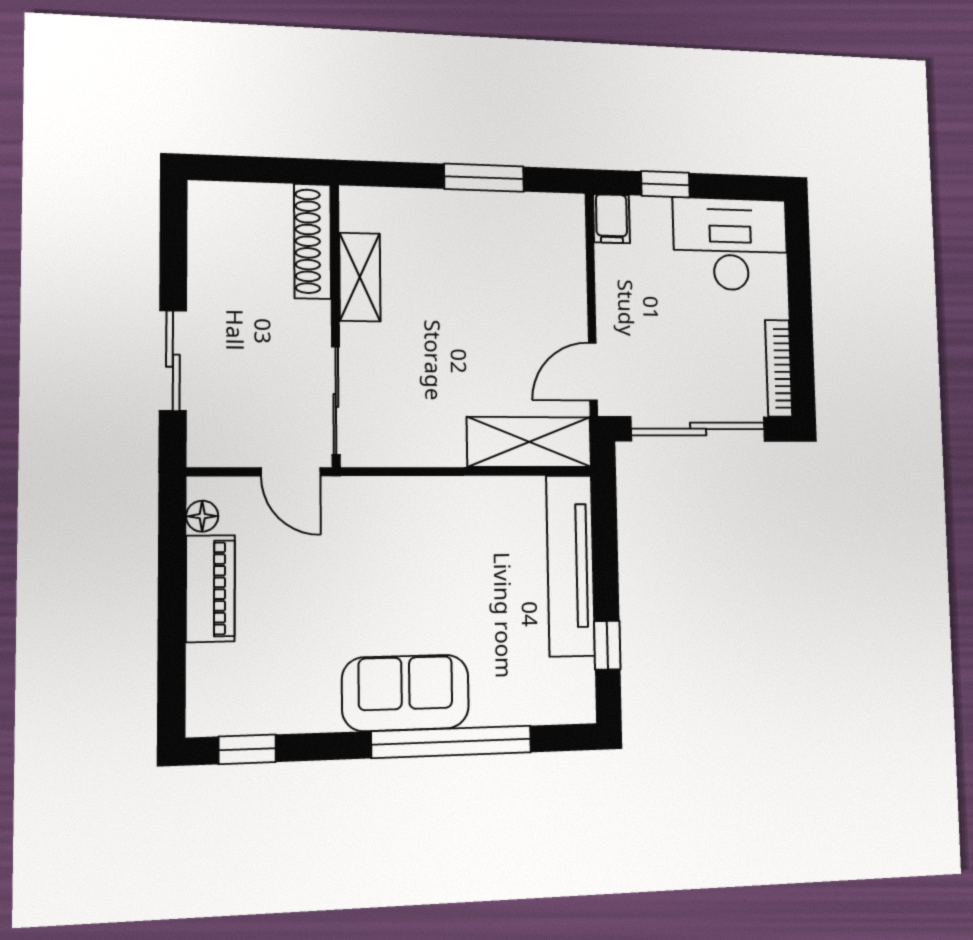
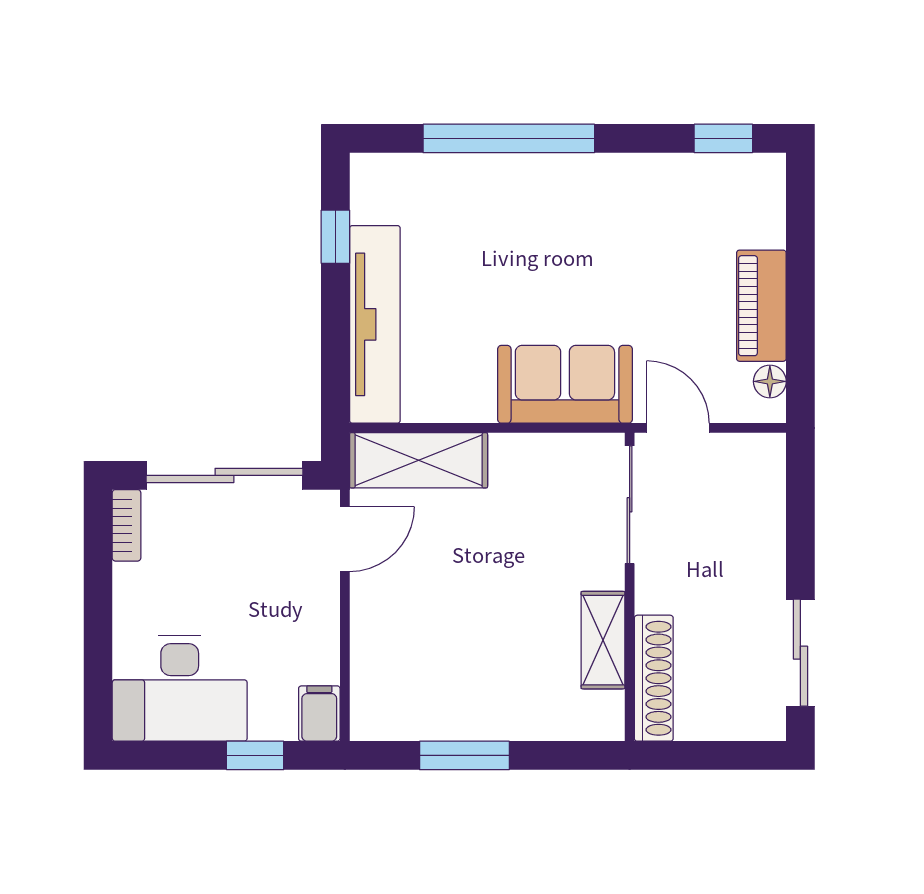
sliding door: (173, 361) -> (800, 653), moved
bookcase: (779, 368) -> (127, 525), width x0.64
sofa: (406, 693) -> (565, 384), moved, turned 180

